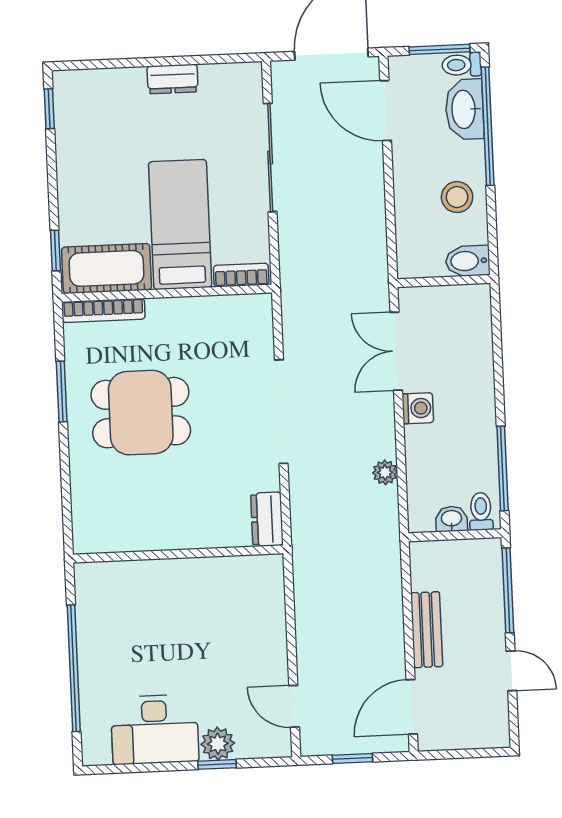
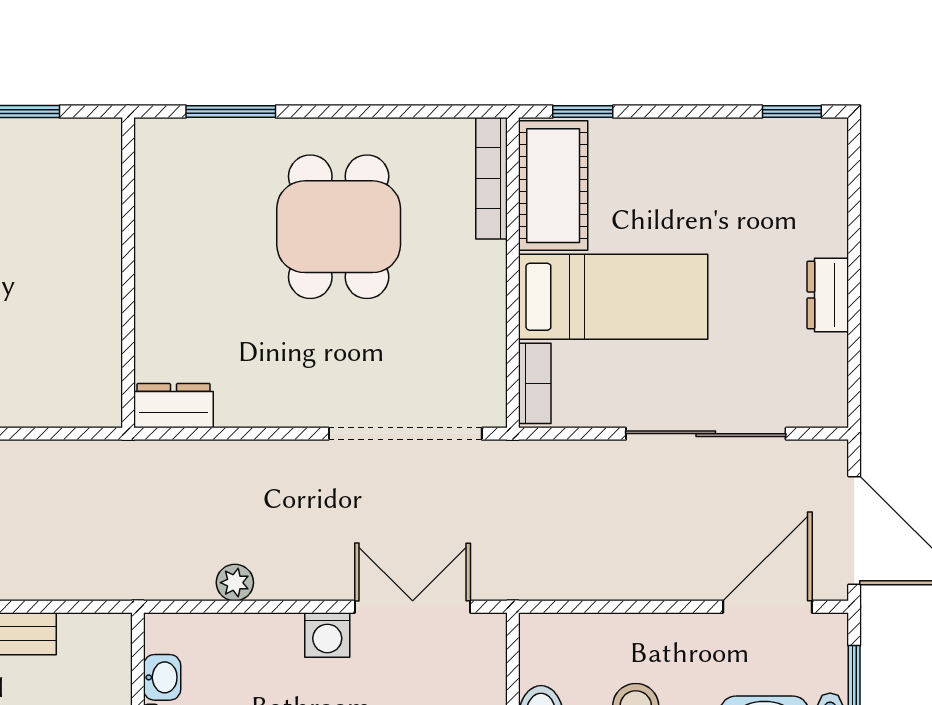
window: (62, 392) -> (231, 111), moved
doorway: (281, 412) -> (405, 434), moved

